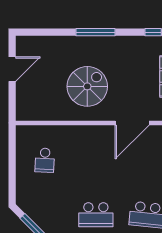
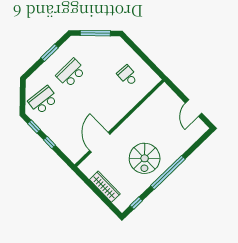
window: (95, 32) -> (168, 172), width x1.46
spiral stairs: (87, 86) -> (145, 158), moved

